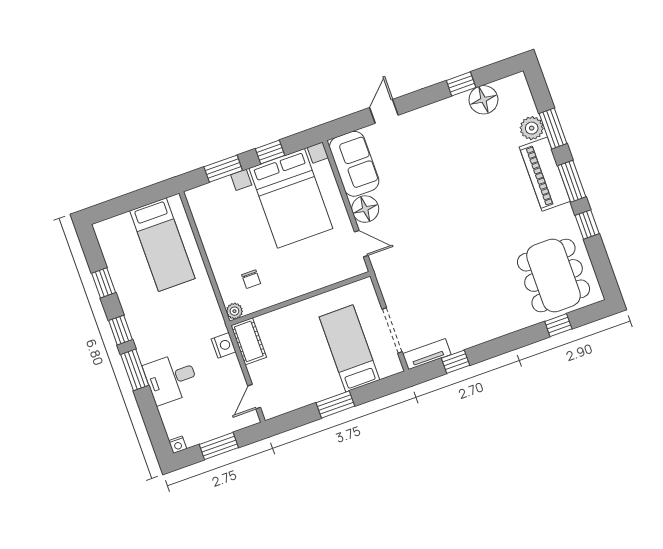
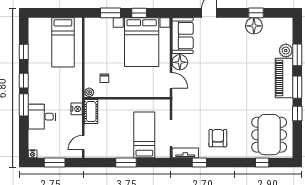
floor lamp: (483, 100) -> (254, 26), moved
armchair: (472, 311) -> (218, 138), added

